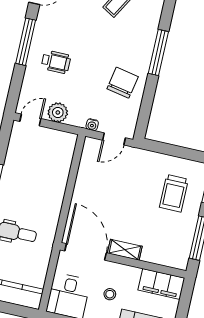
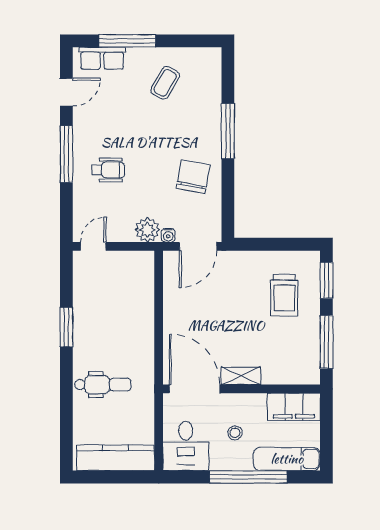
plant: (58, 112) -> (147, 230), moved
door: (114, 139) -> (198, 246), width x1.37

